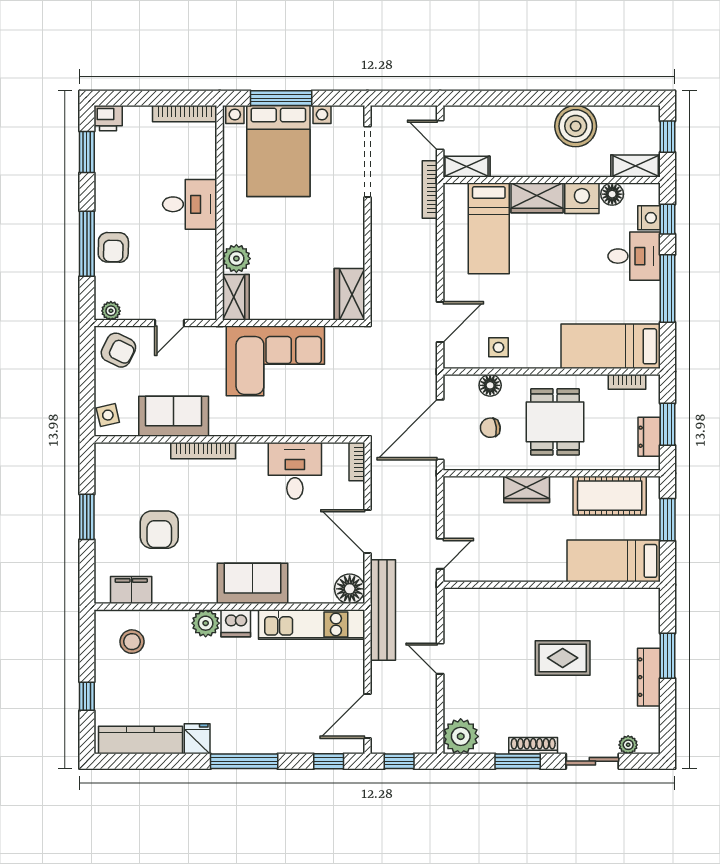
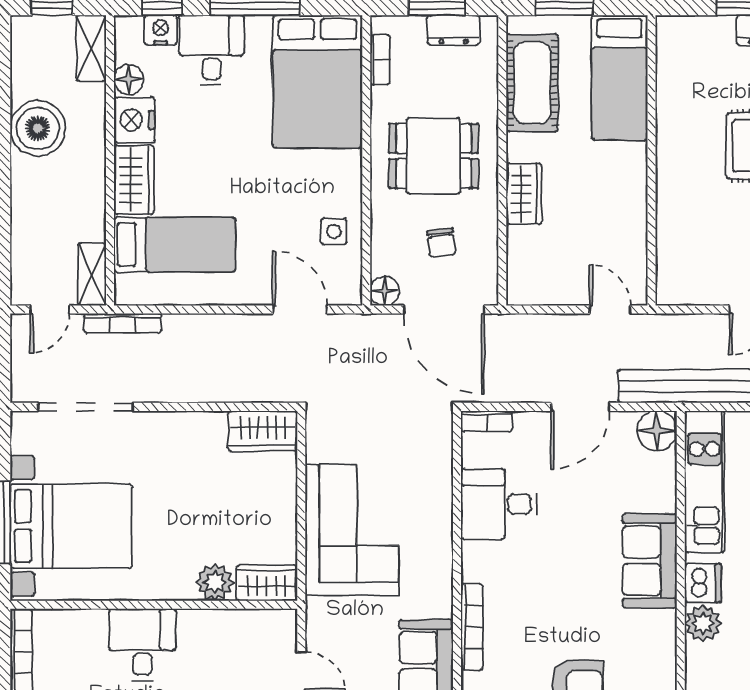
bed: (611, 346) -> (317, 82), width x1.50
floor lamp: (490, 385) -> (385, 291), moved

